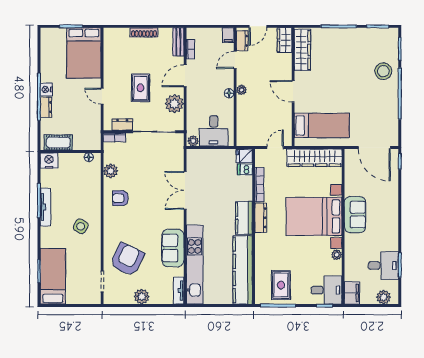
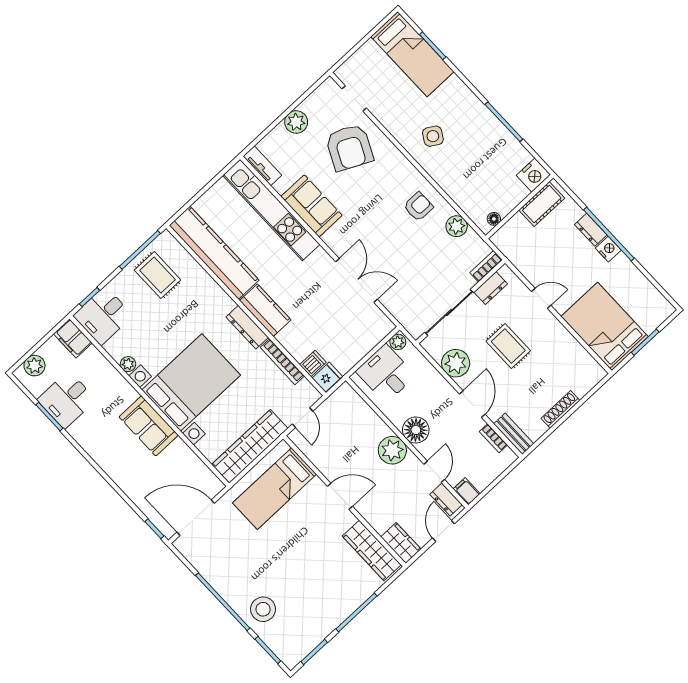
plant: (241, 90) -> (392, 450), width x1.87, depth x1.87
floor lamp: (229, 93) -> (416, 430), width x1.89, depth x1.89
tv unit: (45, 207) -> (490, 121), removed

